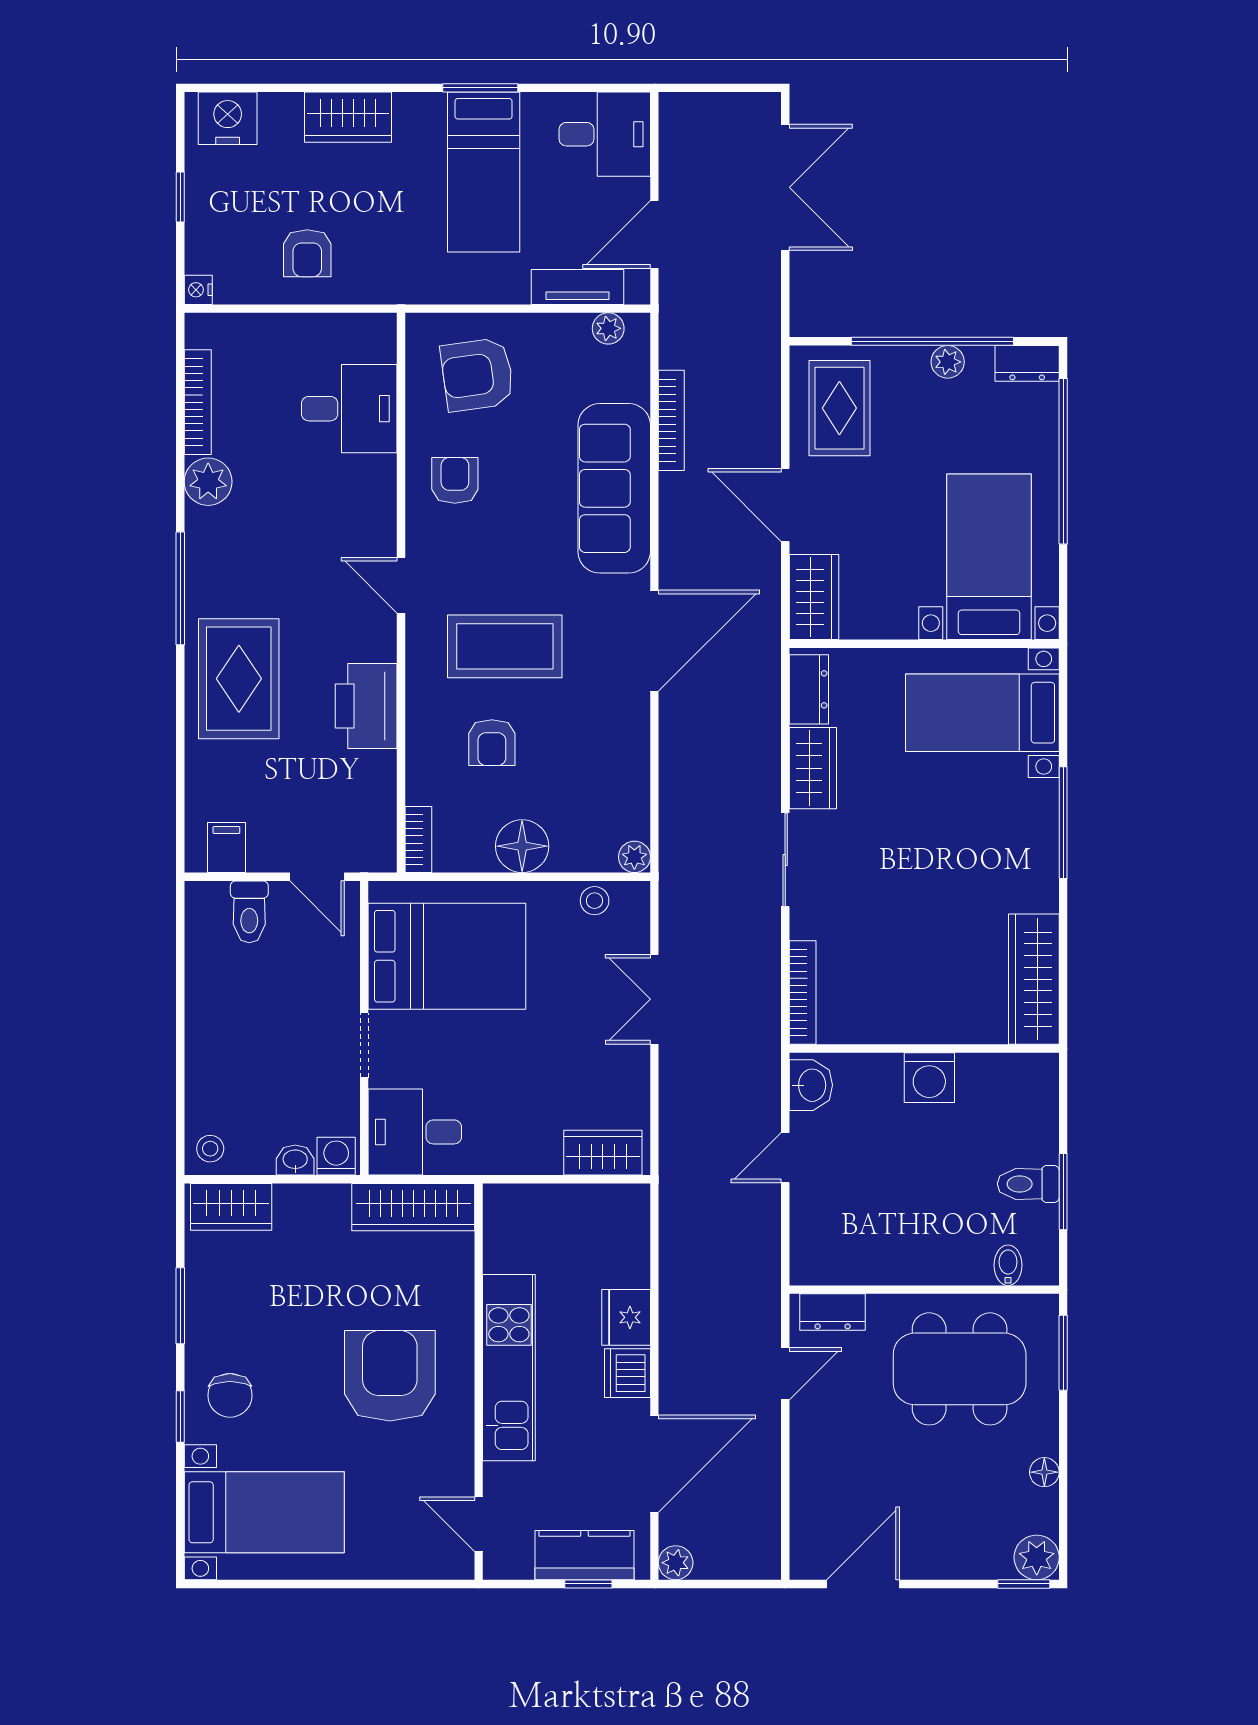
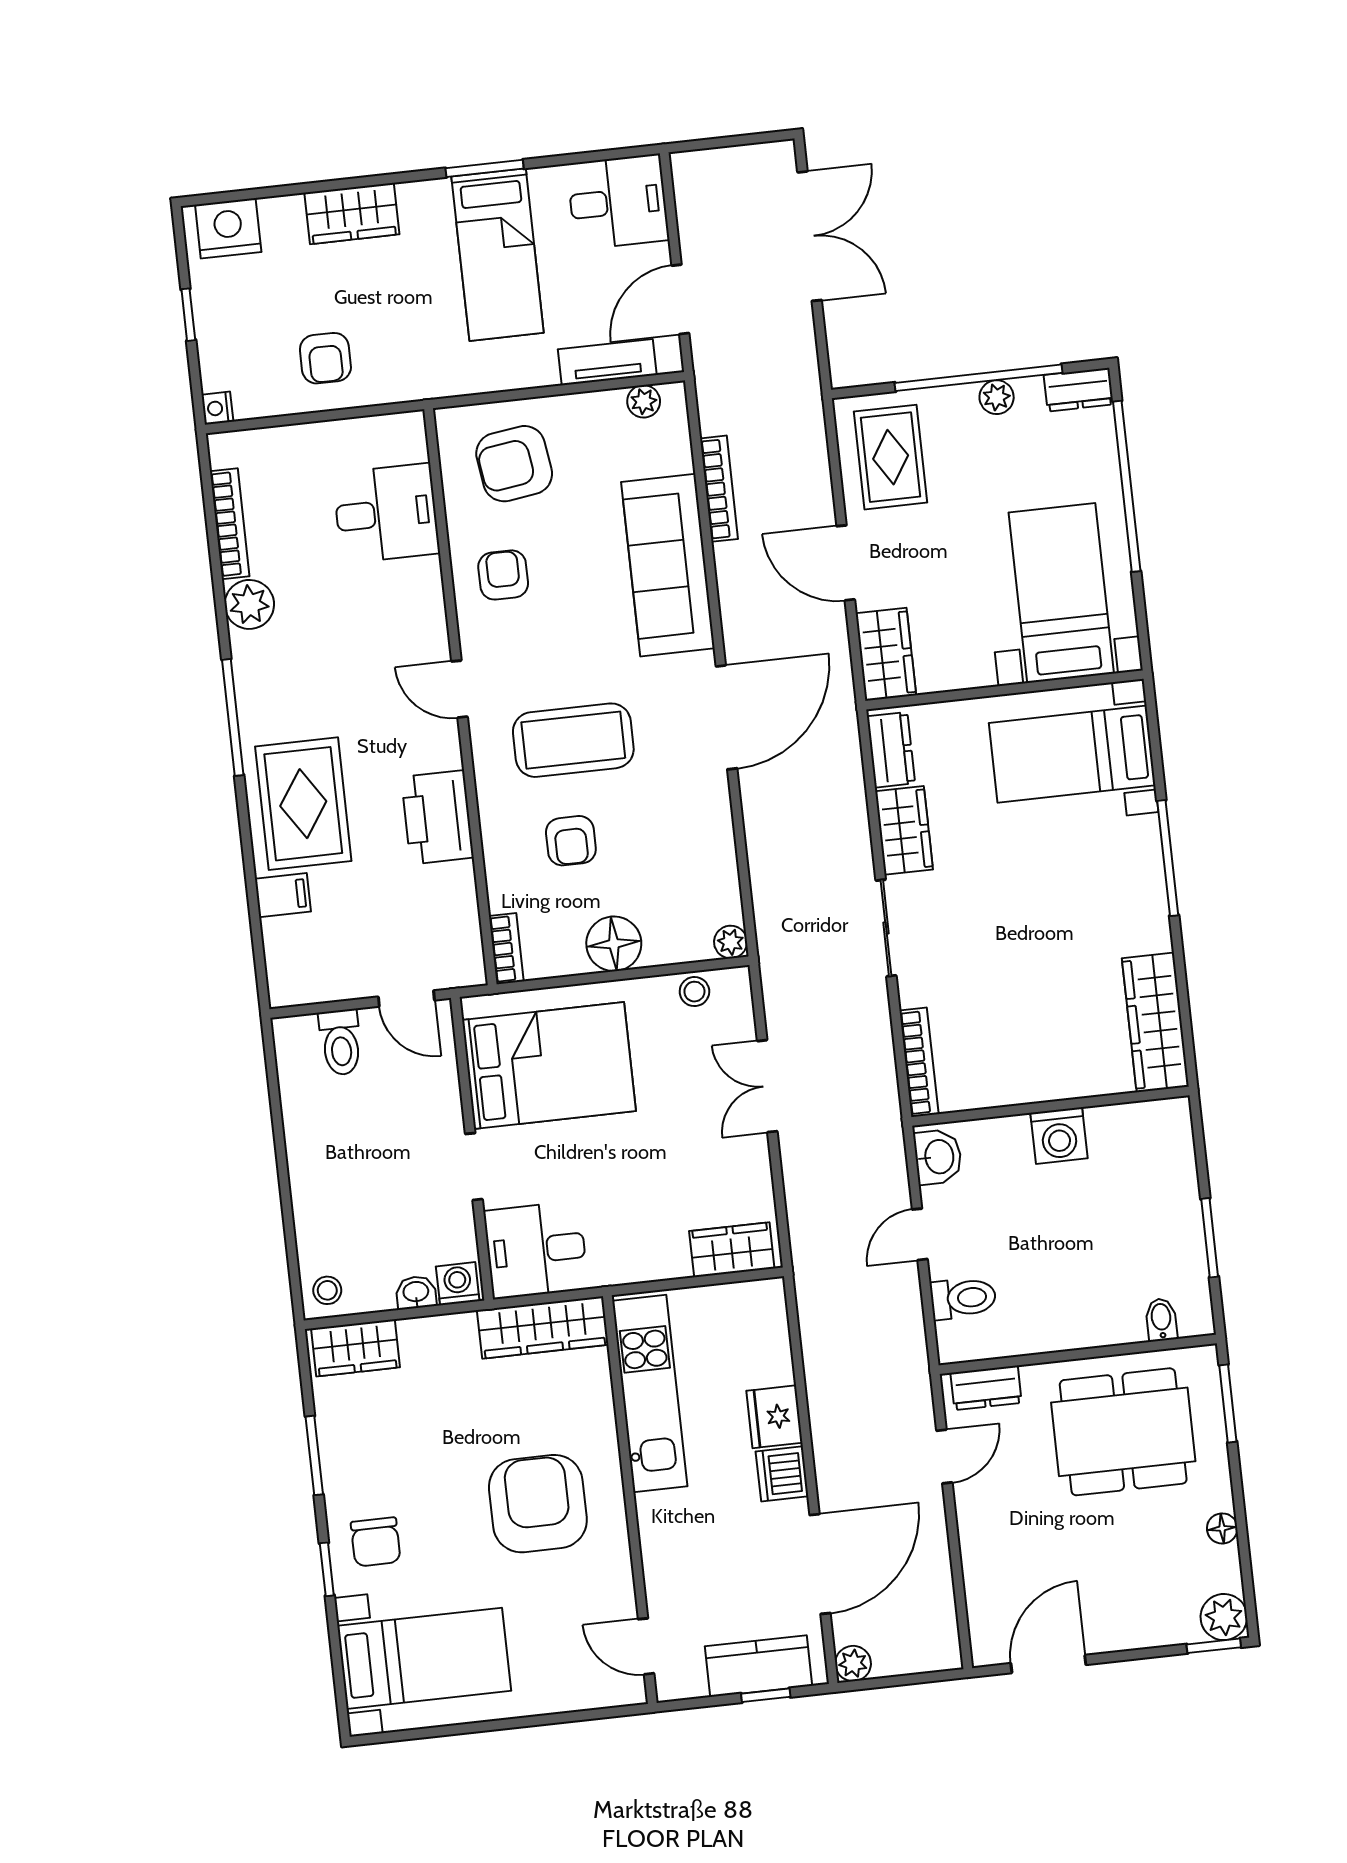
filing cabinet: (226, 848) -> (283, 895), moved, turned 90
toilet: (1028, 1184) -> (963, 1298), moved, turned 180
kitchen unit: (509, 1368) -> (650, 1393), moved

